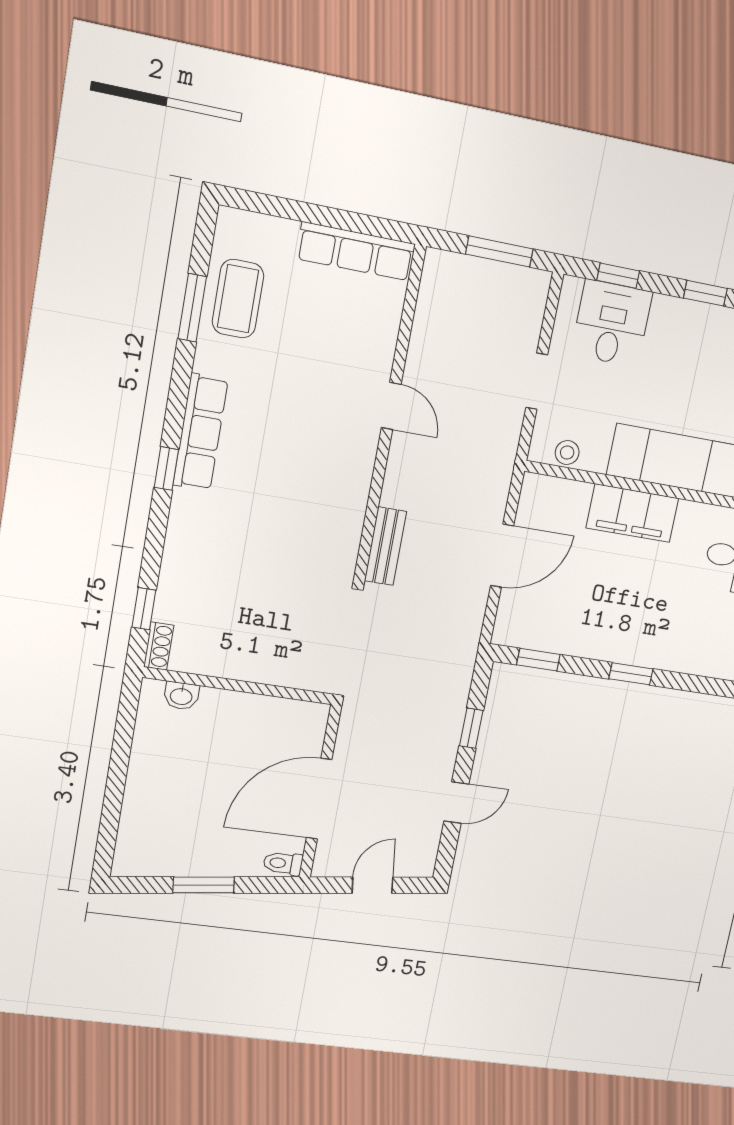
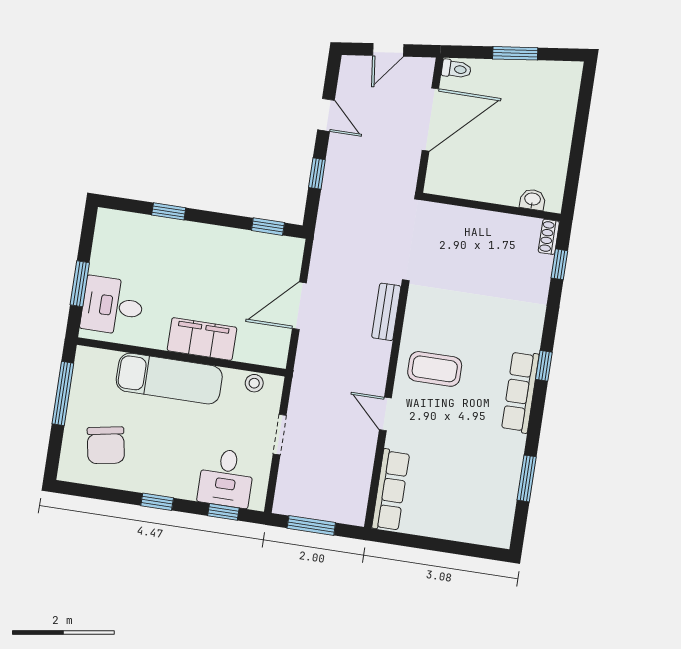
row of seats: (356, 251) -> (391, 490), moved, turned 90
coffee table: (238, 299) -> (435, 369), moved, turned 90
window: (631, 674) -> (169, 211), moved
door: (456, 803) -> (326, 115), swing flipped

